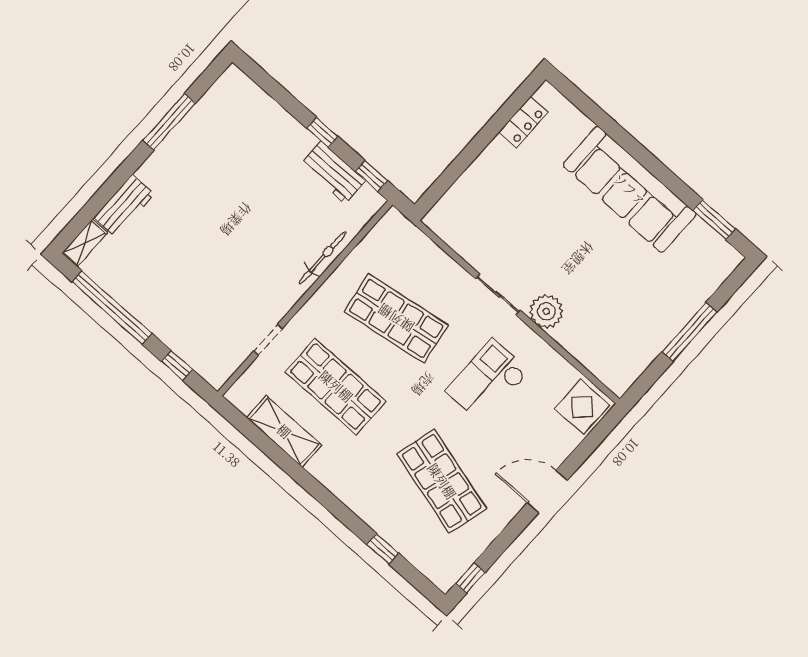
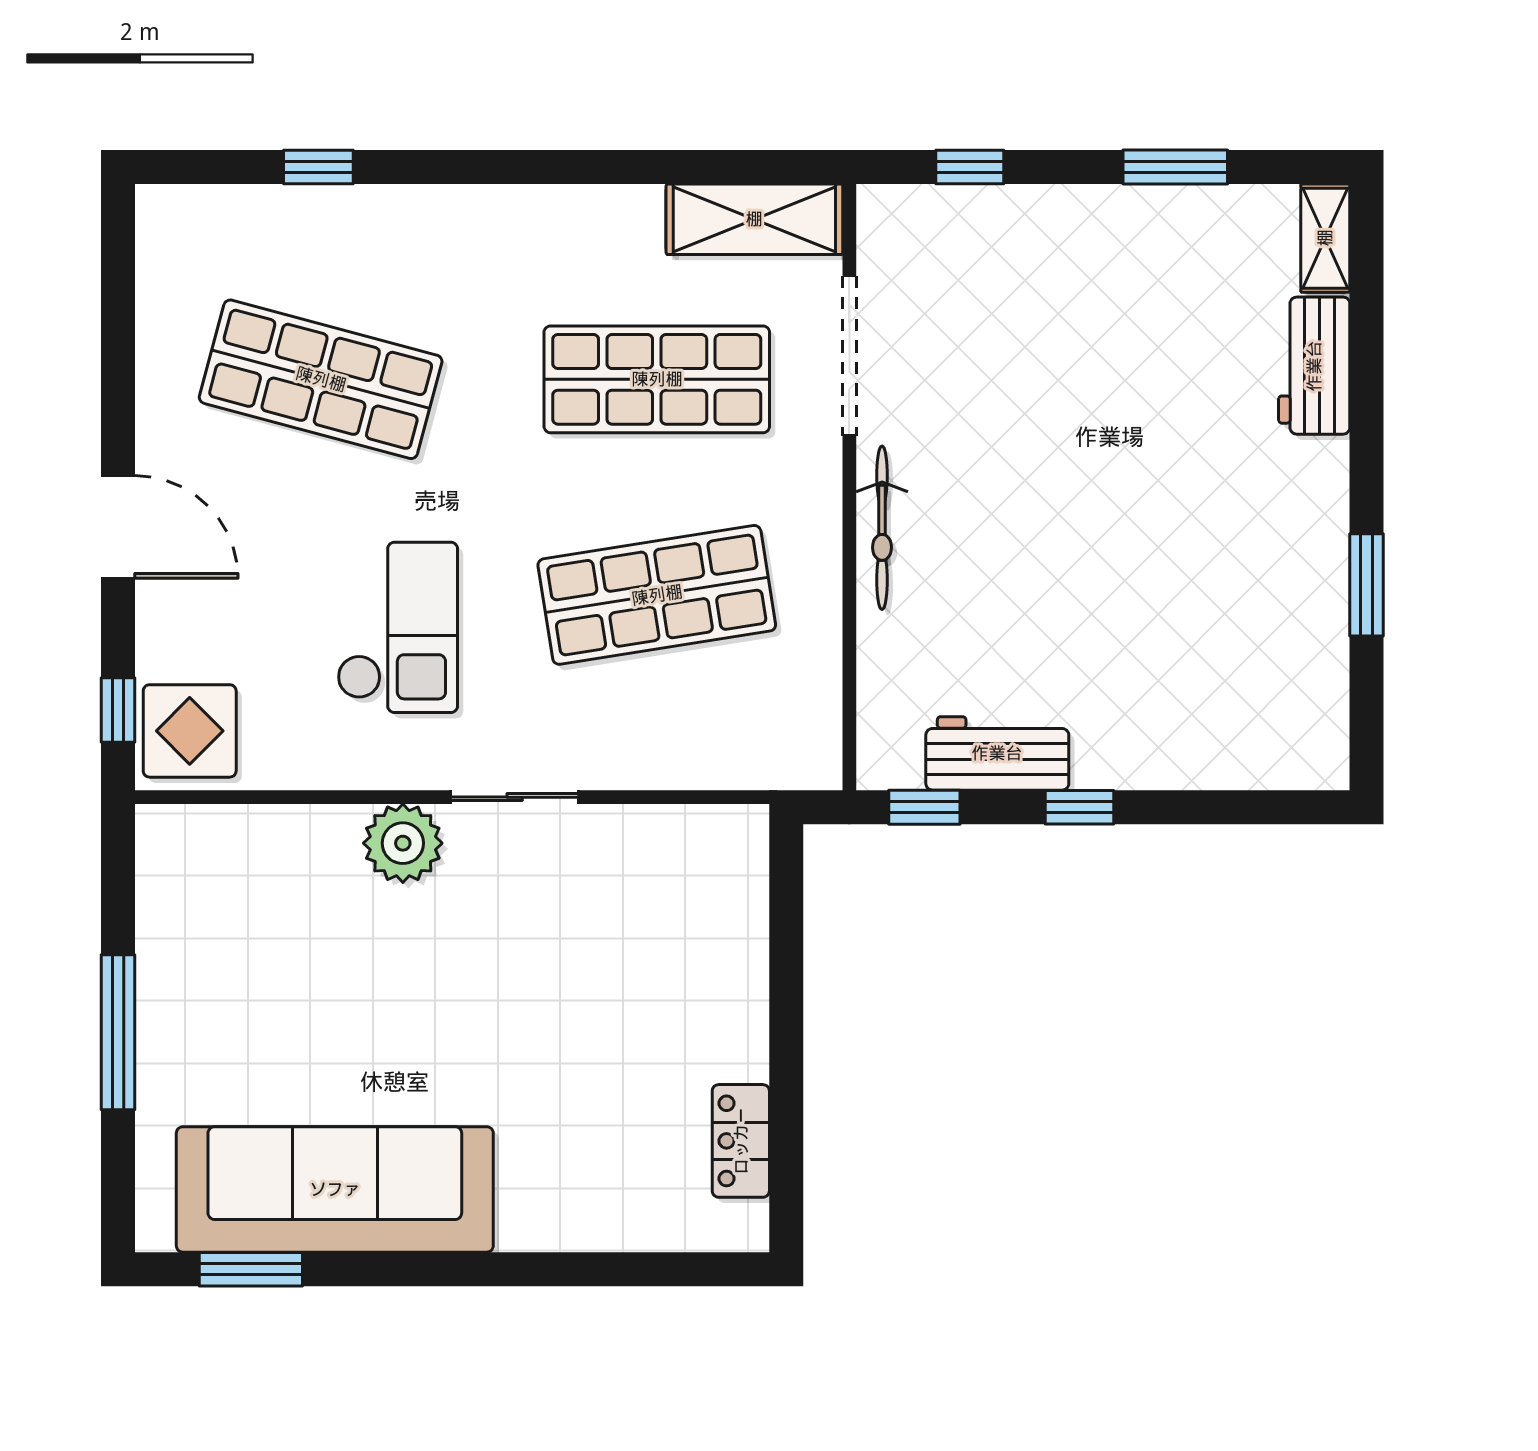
window: (169, 122) -> (1367, 585), width x0.69
sofa: (630, 189) -> (335, 1189), moved
bicycle: (323, 258) -> (882, 528), moved
window: (112, 308) -> (1175, 167), width x0.47
doorway: (268, 340) -> (849, 356), width x1.88
shelving: (284, 431) -> (754, 219), moved
door: (547, 492) -> (118, 527), hinge flipped
window: (470, 578) -> (118, 710), moved

